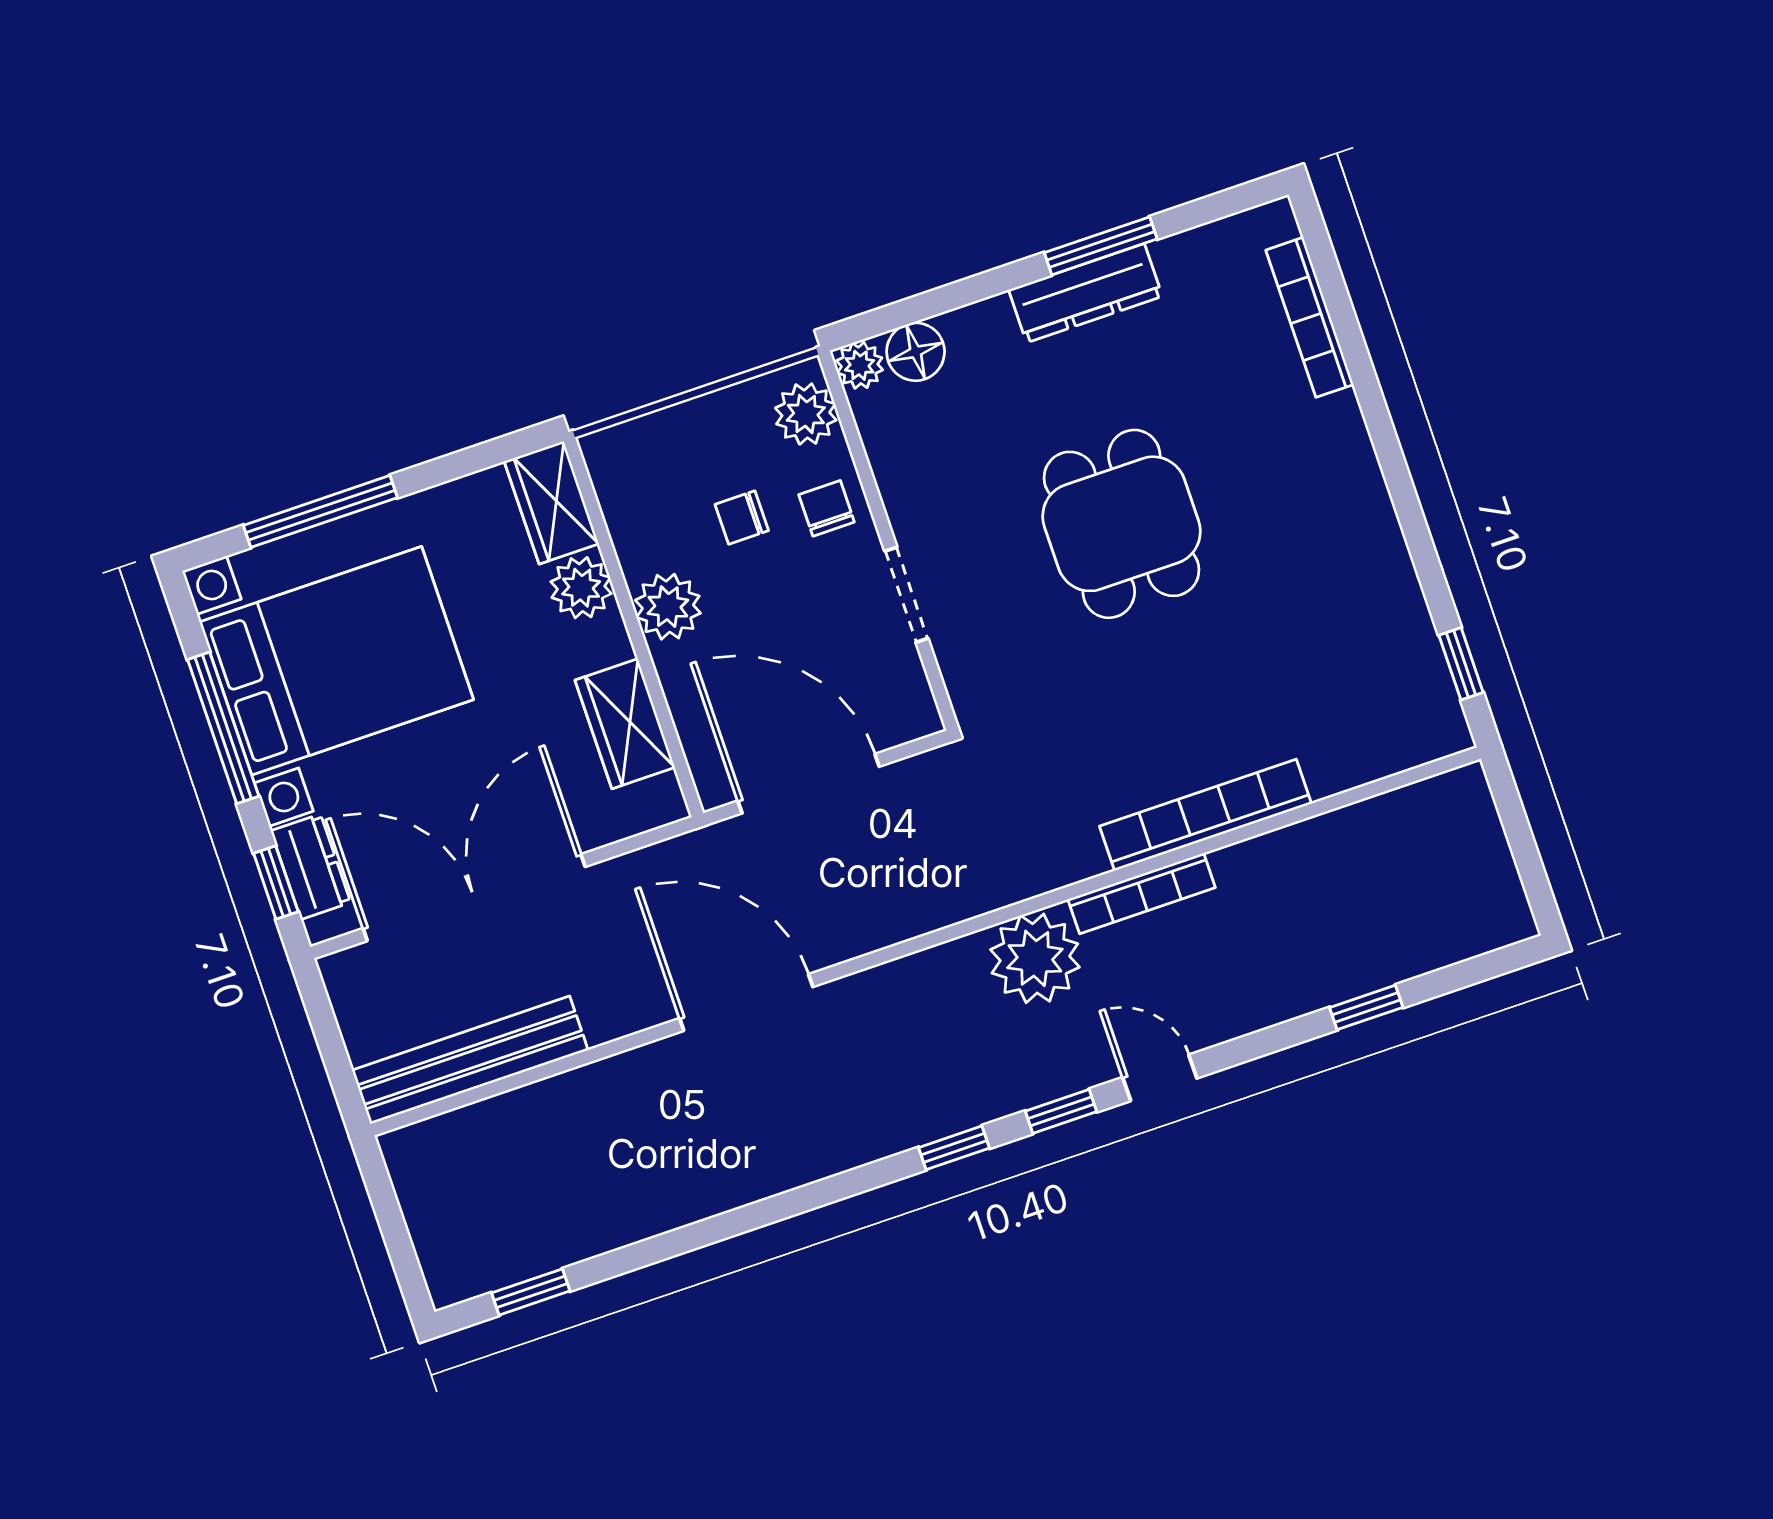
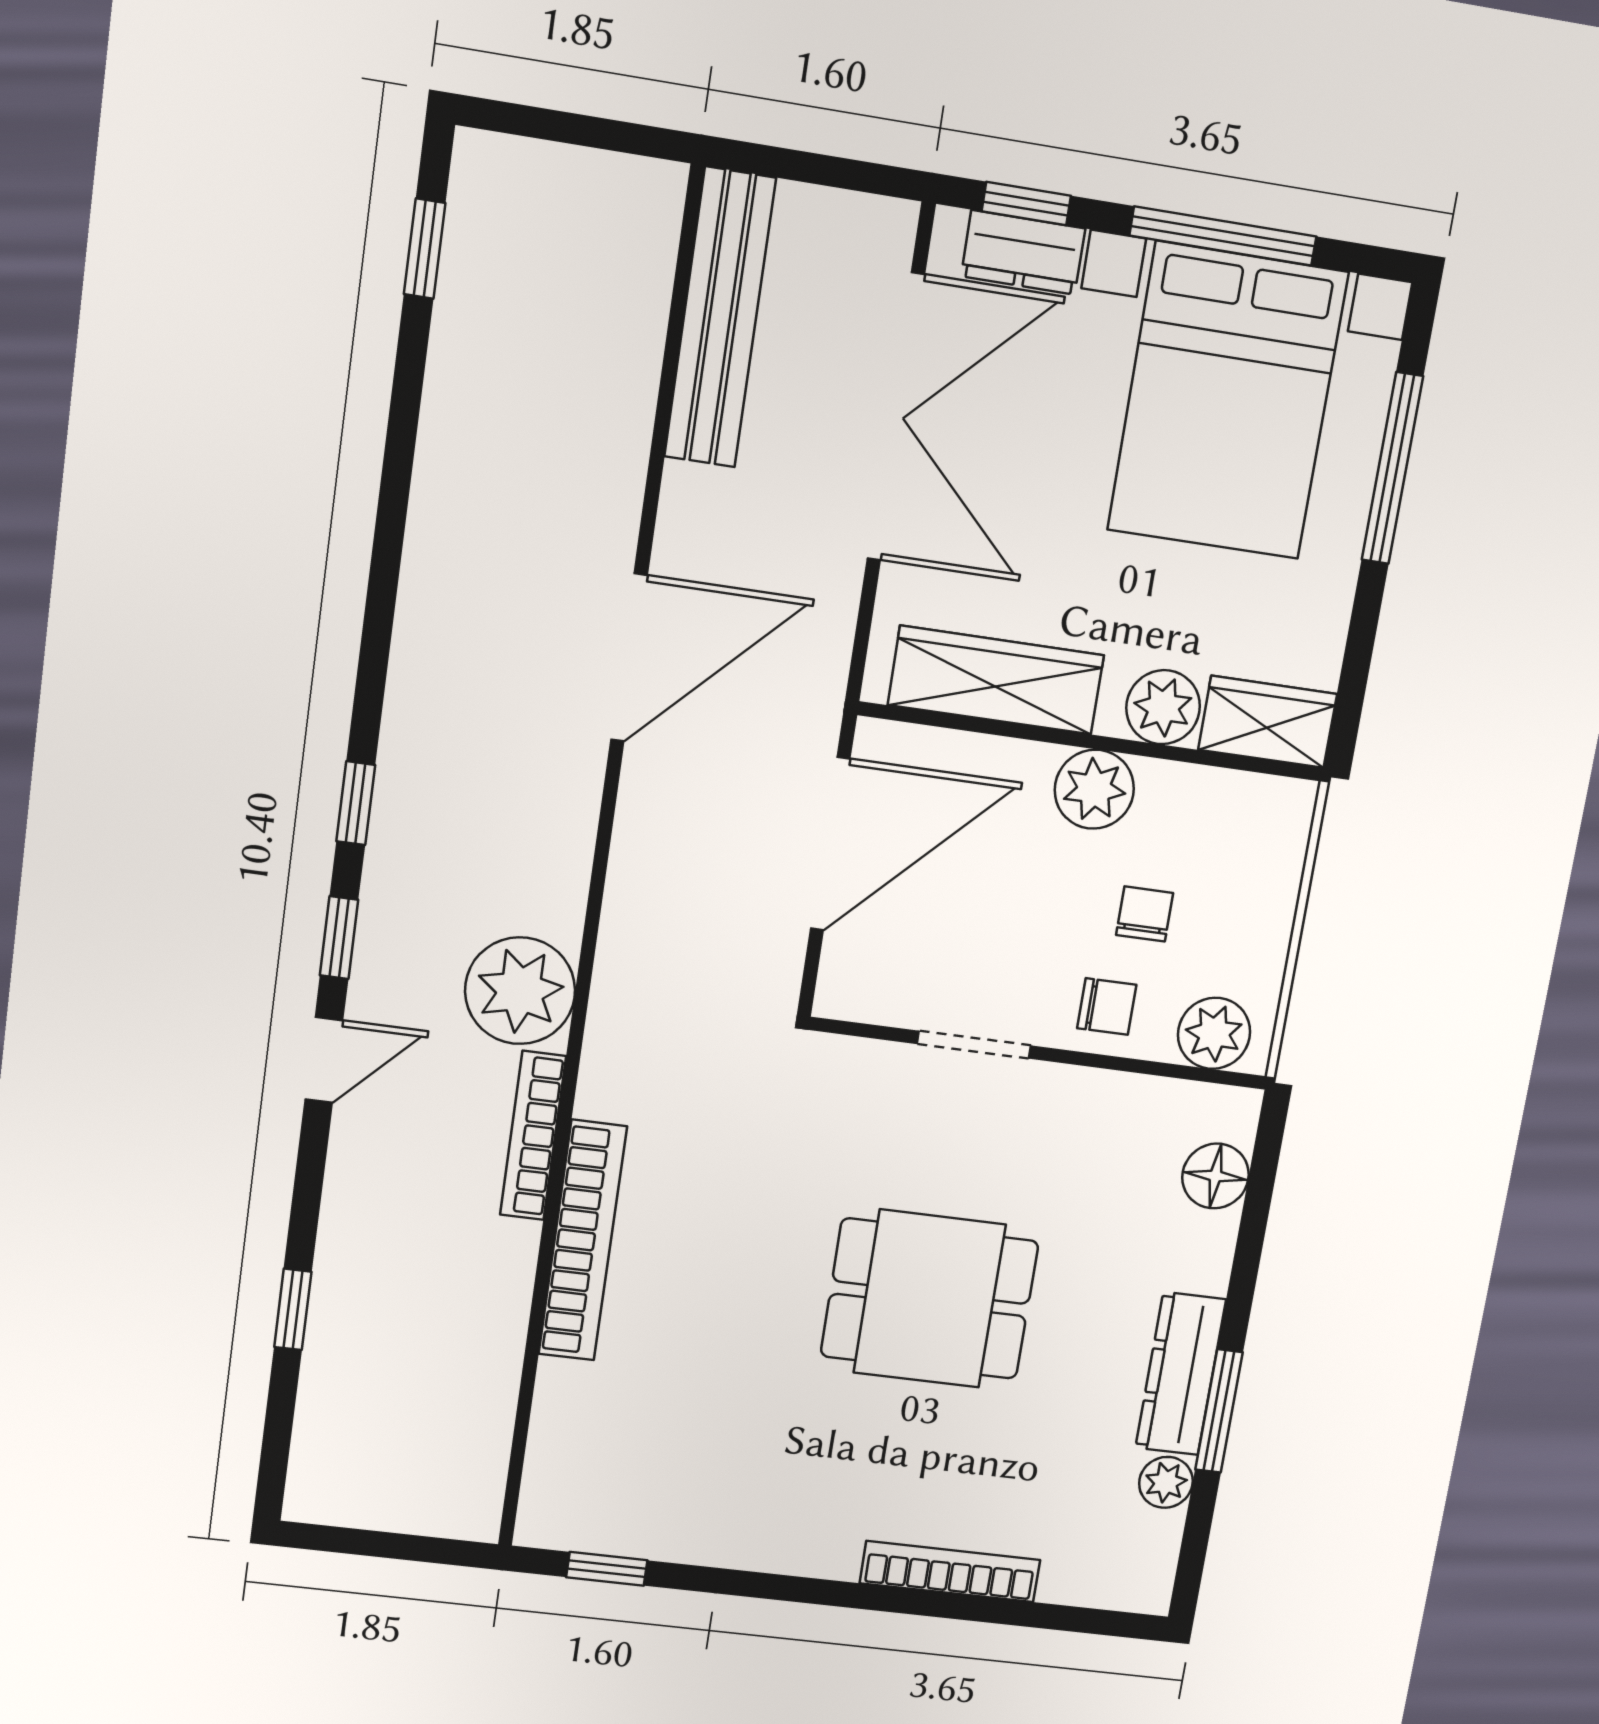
bookcase: (1310, 317) -> (950, 1572), moved
plant: (860, 365) -> (1166, 1482), moved
wardrobe: (625, 724) -> (996, 680), width x1.50

